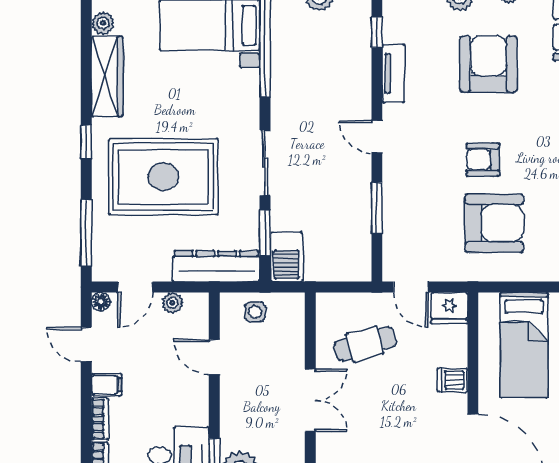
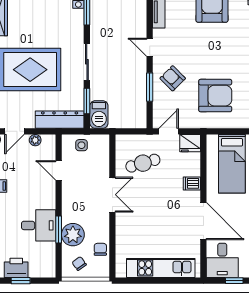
armchair: (483, 160) -> (173, 78), moved, turned 45
door: (411, 287) -> (169, 131), swing flipped

